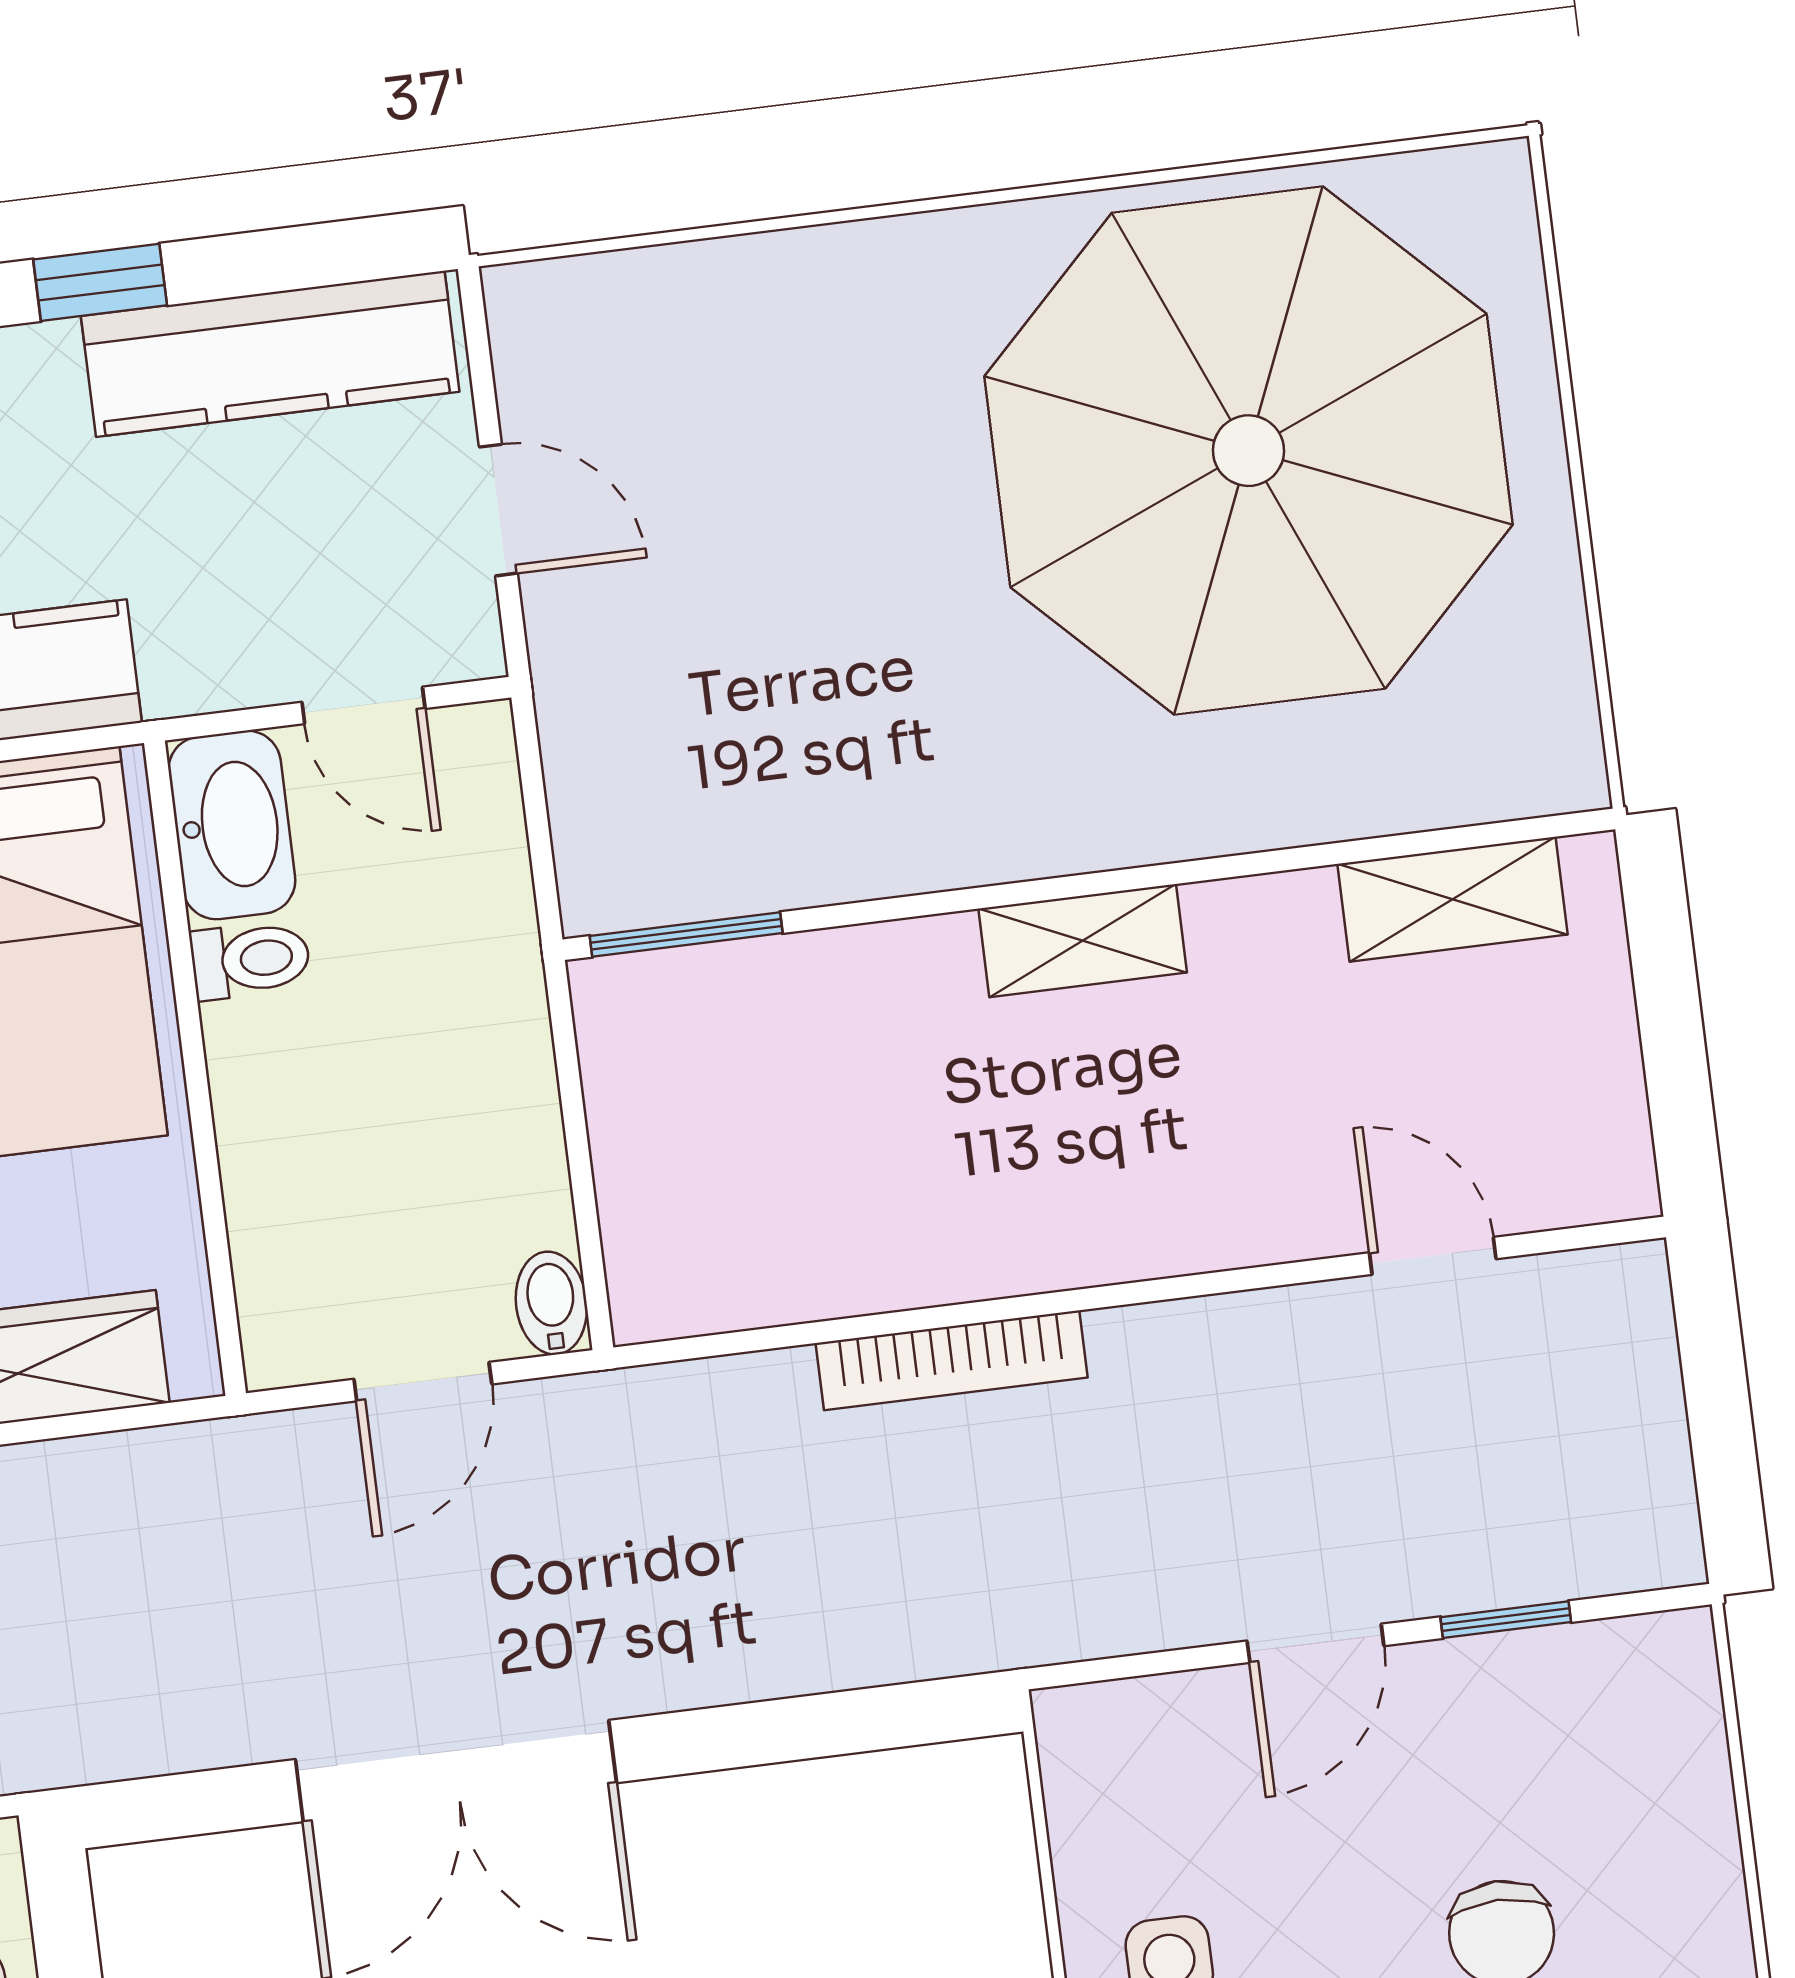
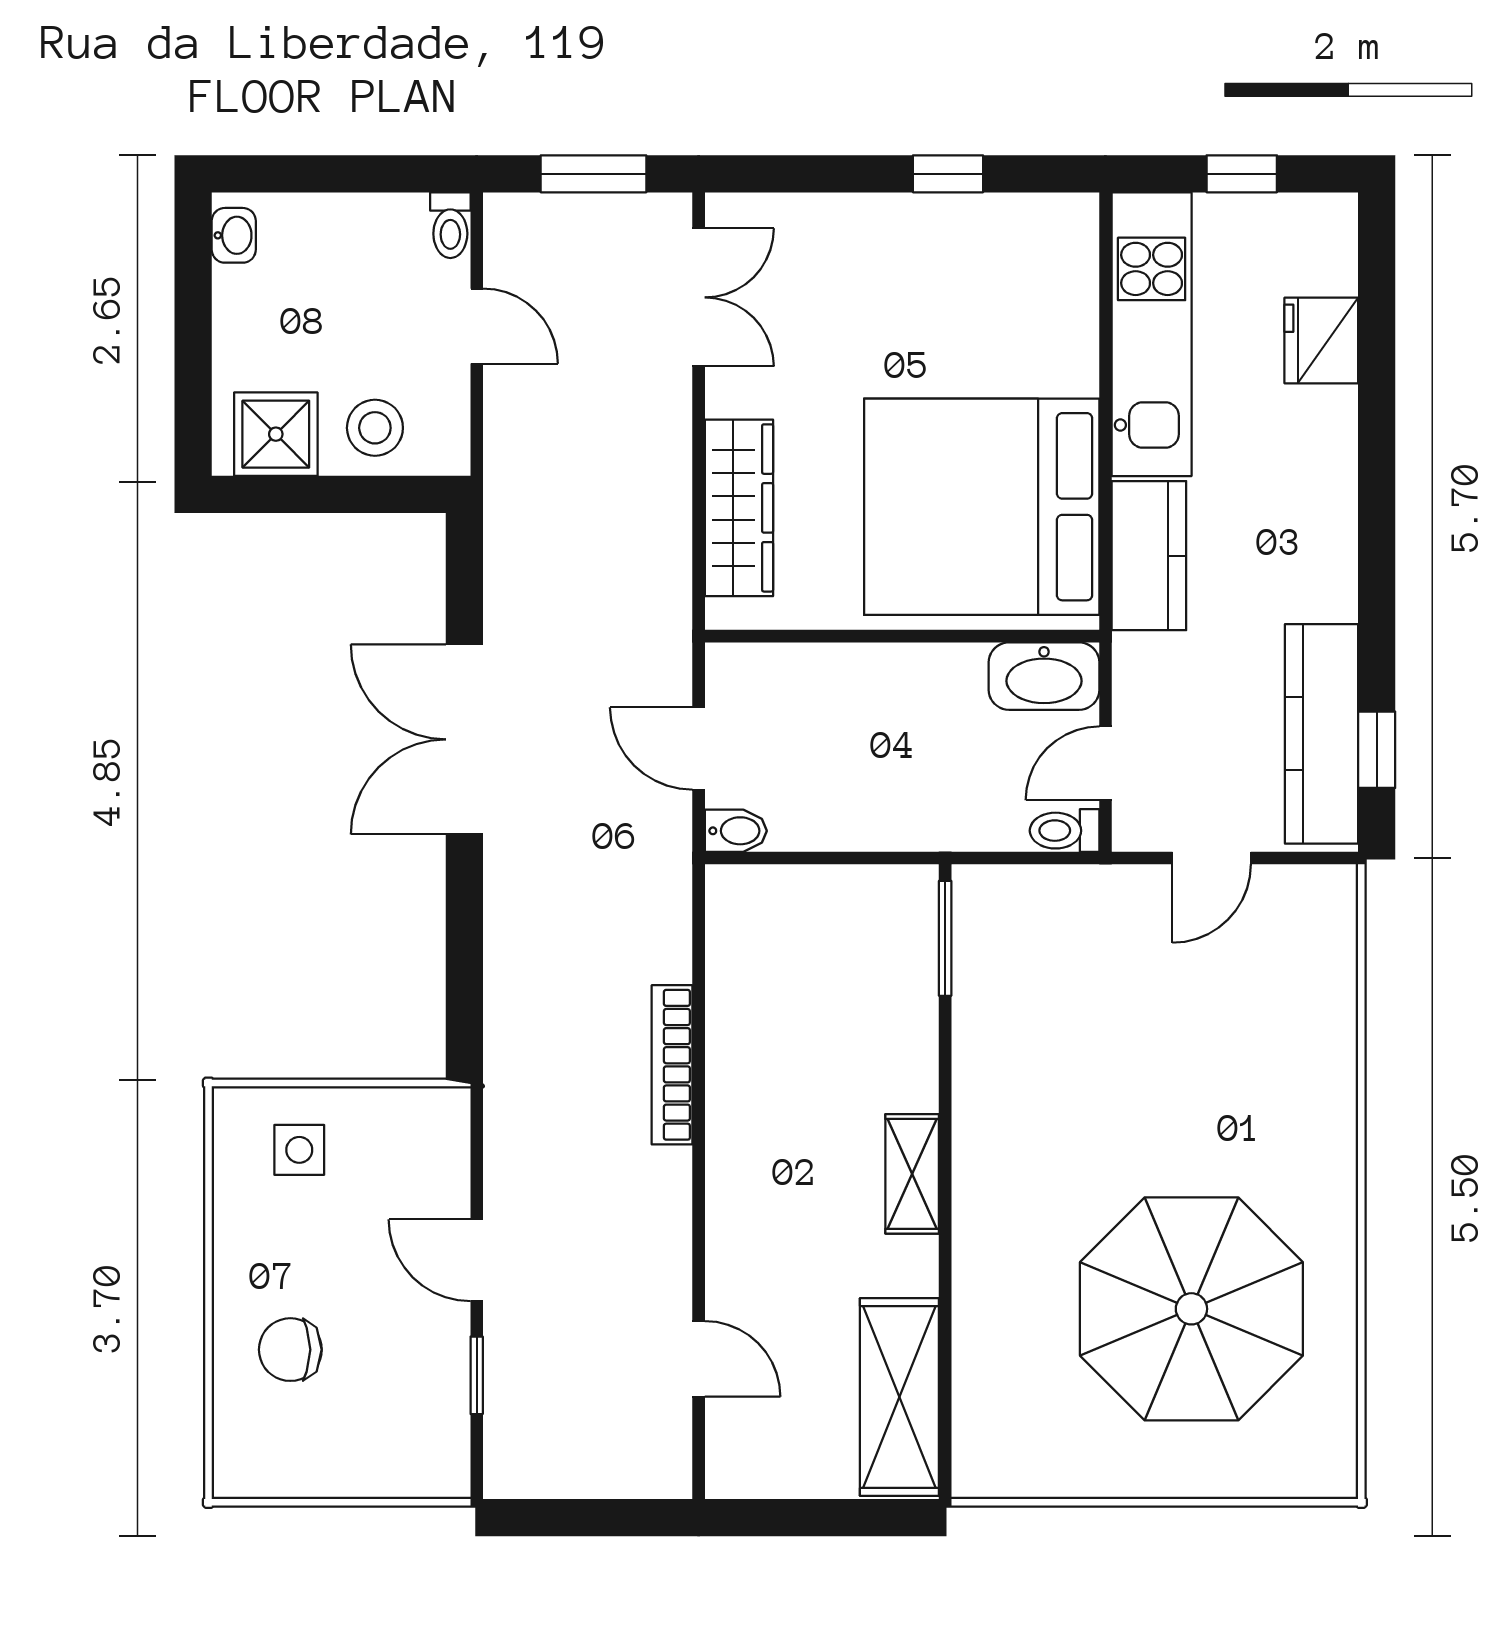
window: (100, 282) -> (1377, 750), moved
parasol: (1248, 451) -> (1191, 1309), width x0.73, depth x0.73
shelving: (1452, 899) -> (899, 1397), width x1.50, depth x1.33
toilet: (250, 960) -> (1065, 831), moved, turned 90
door: (1433, 1256) -> (699, 1359), hinge flipped

